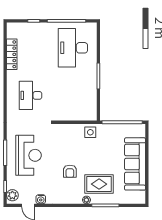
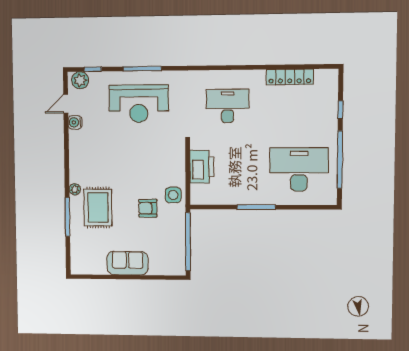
printer: (71, 113) -> (202, 167), added
sofa: (135, 164) -> (127, 263), width x0.54, depth x0.79
armchair: (70, 171) -> (148, 208), moved

